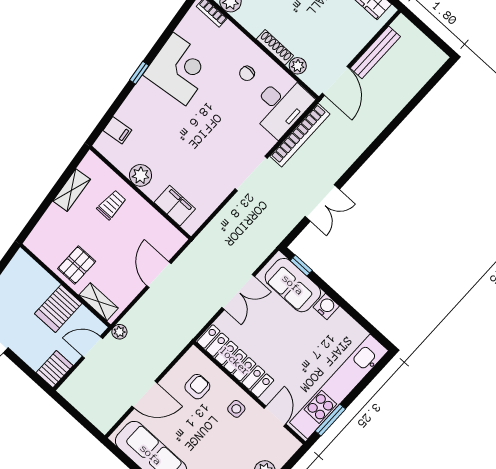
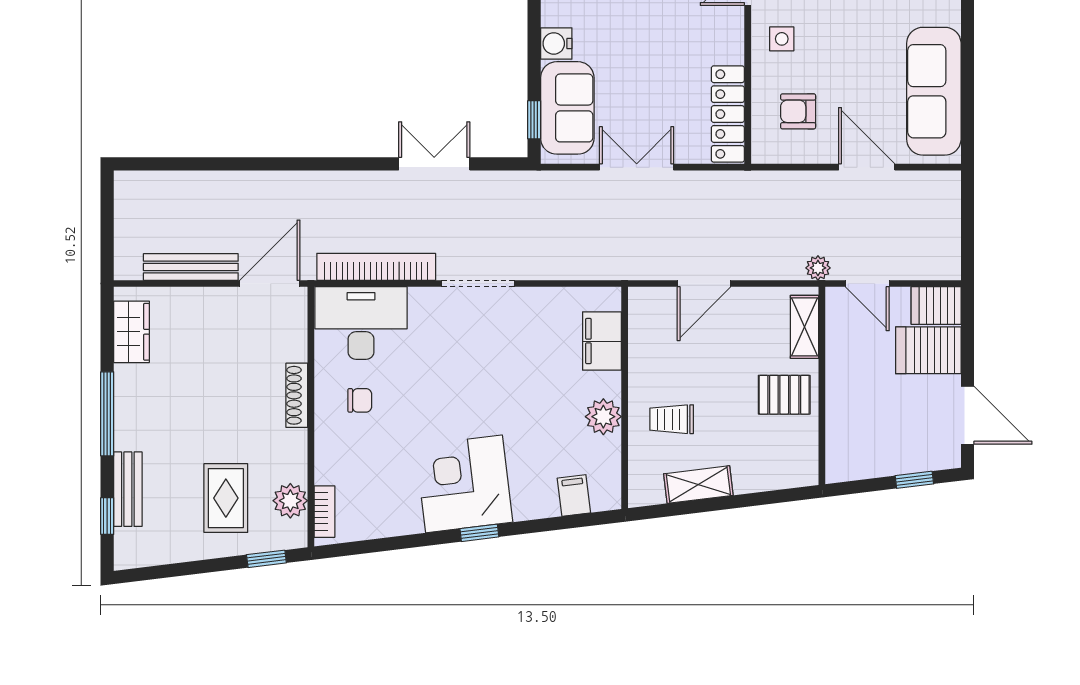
plant: (298, 66) -> (294, 347), removed
corner desk: (179, 69) -> (464, 484), moved
server rack: (58, 309) -> (928, 350), moved, turned 180
locker: (235, 361) -> (728, 114), width x0.71, depth x0.83

